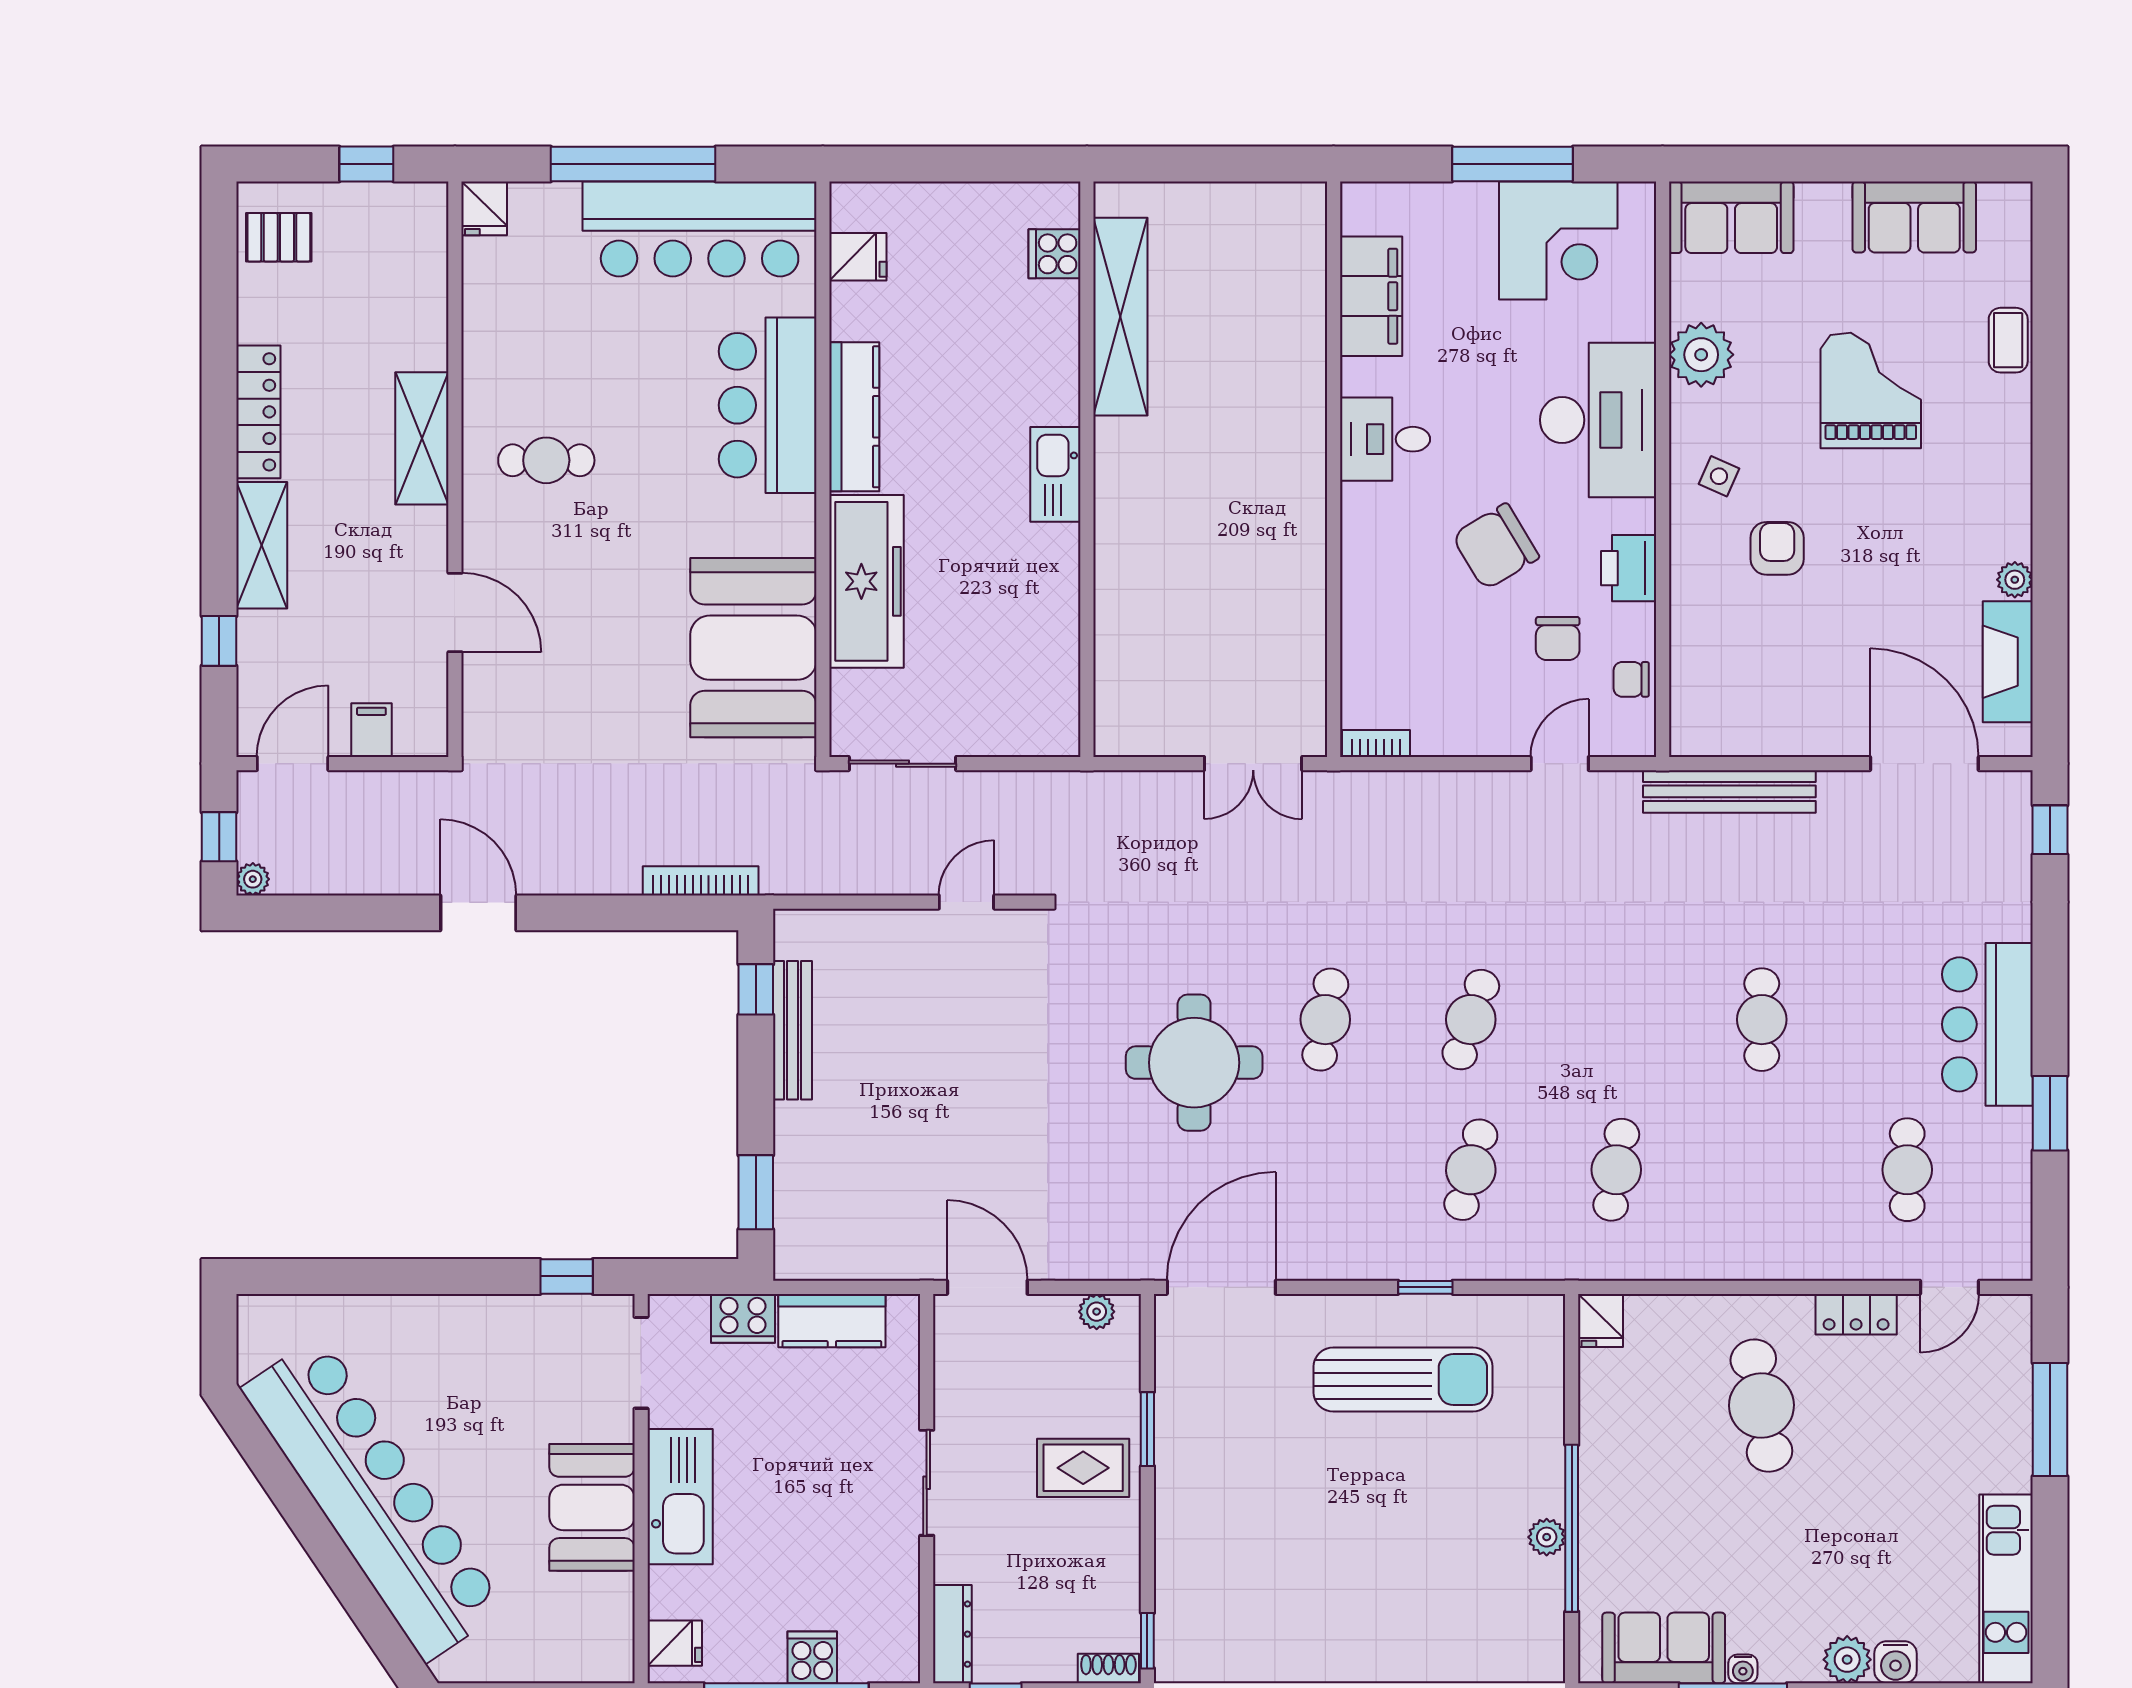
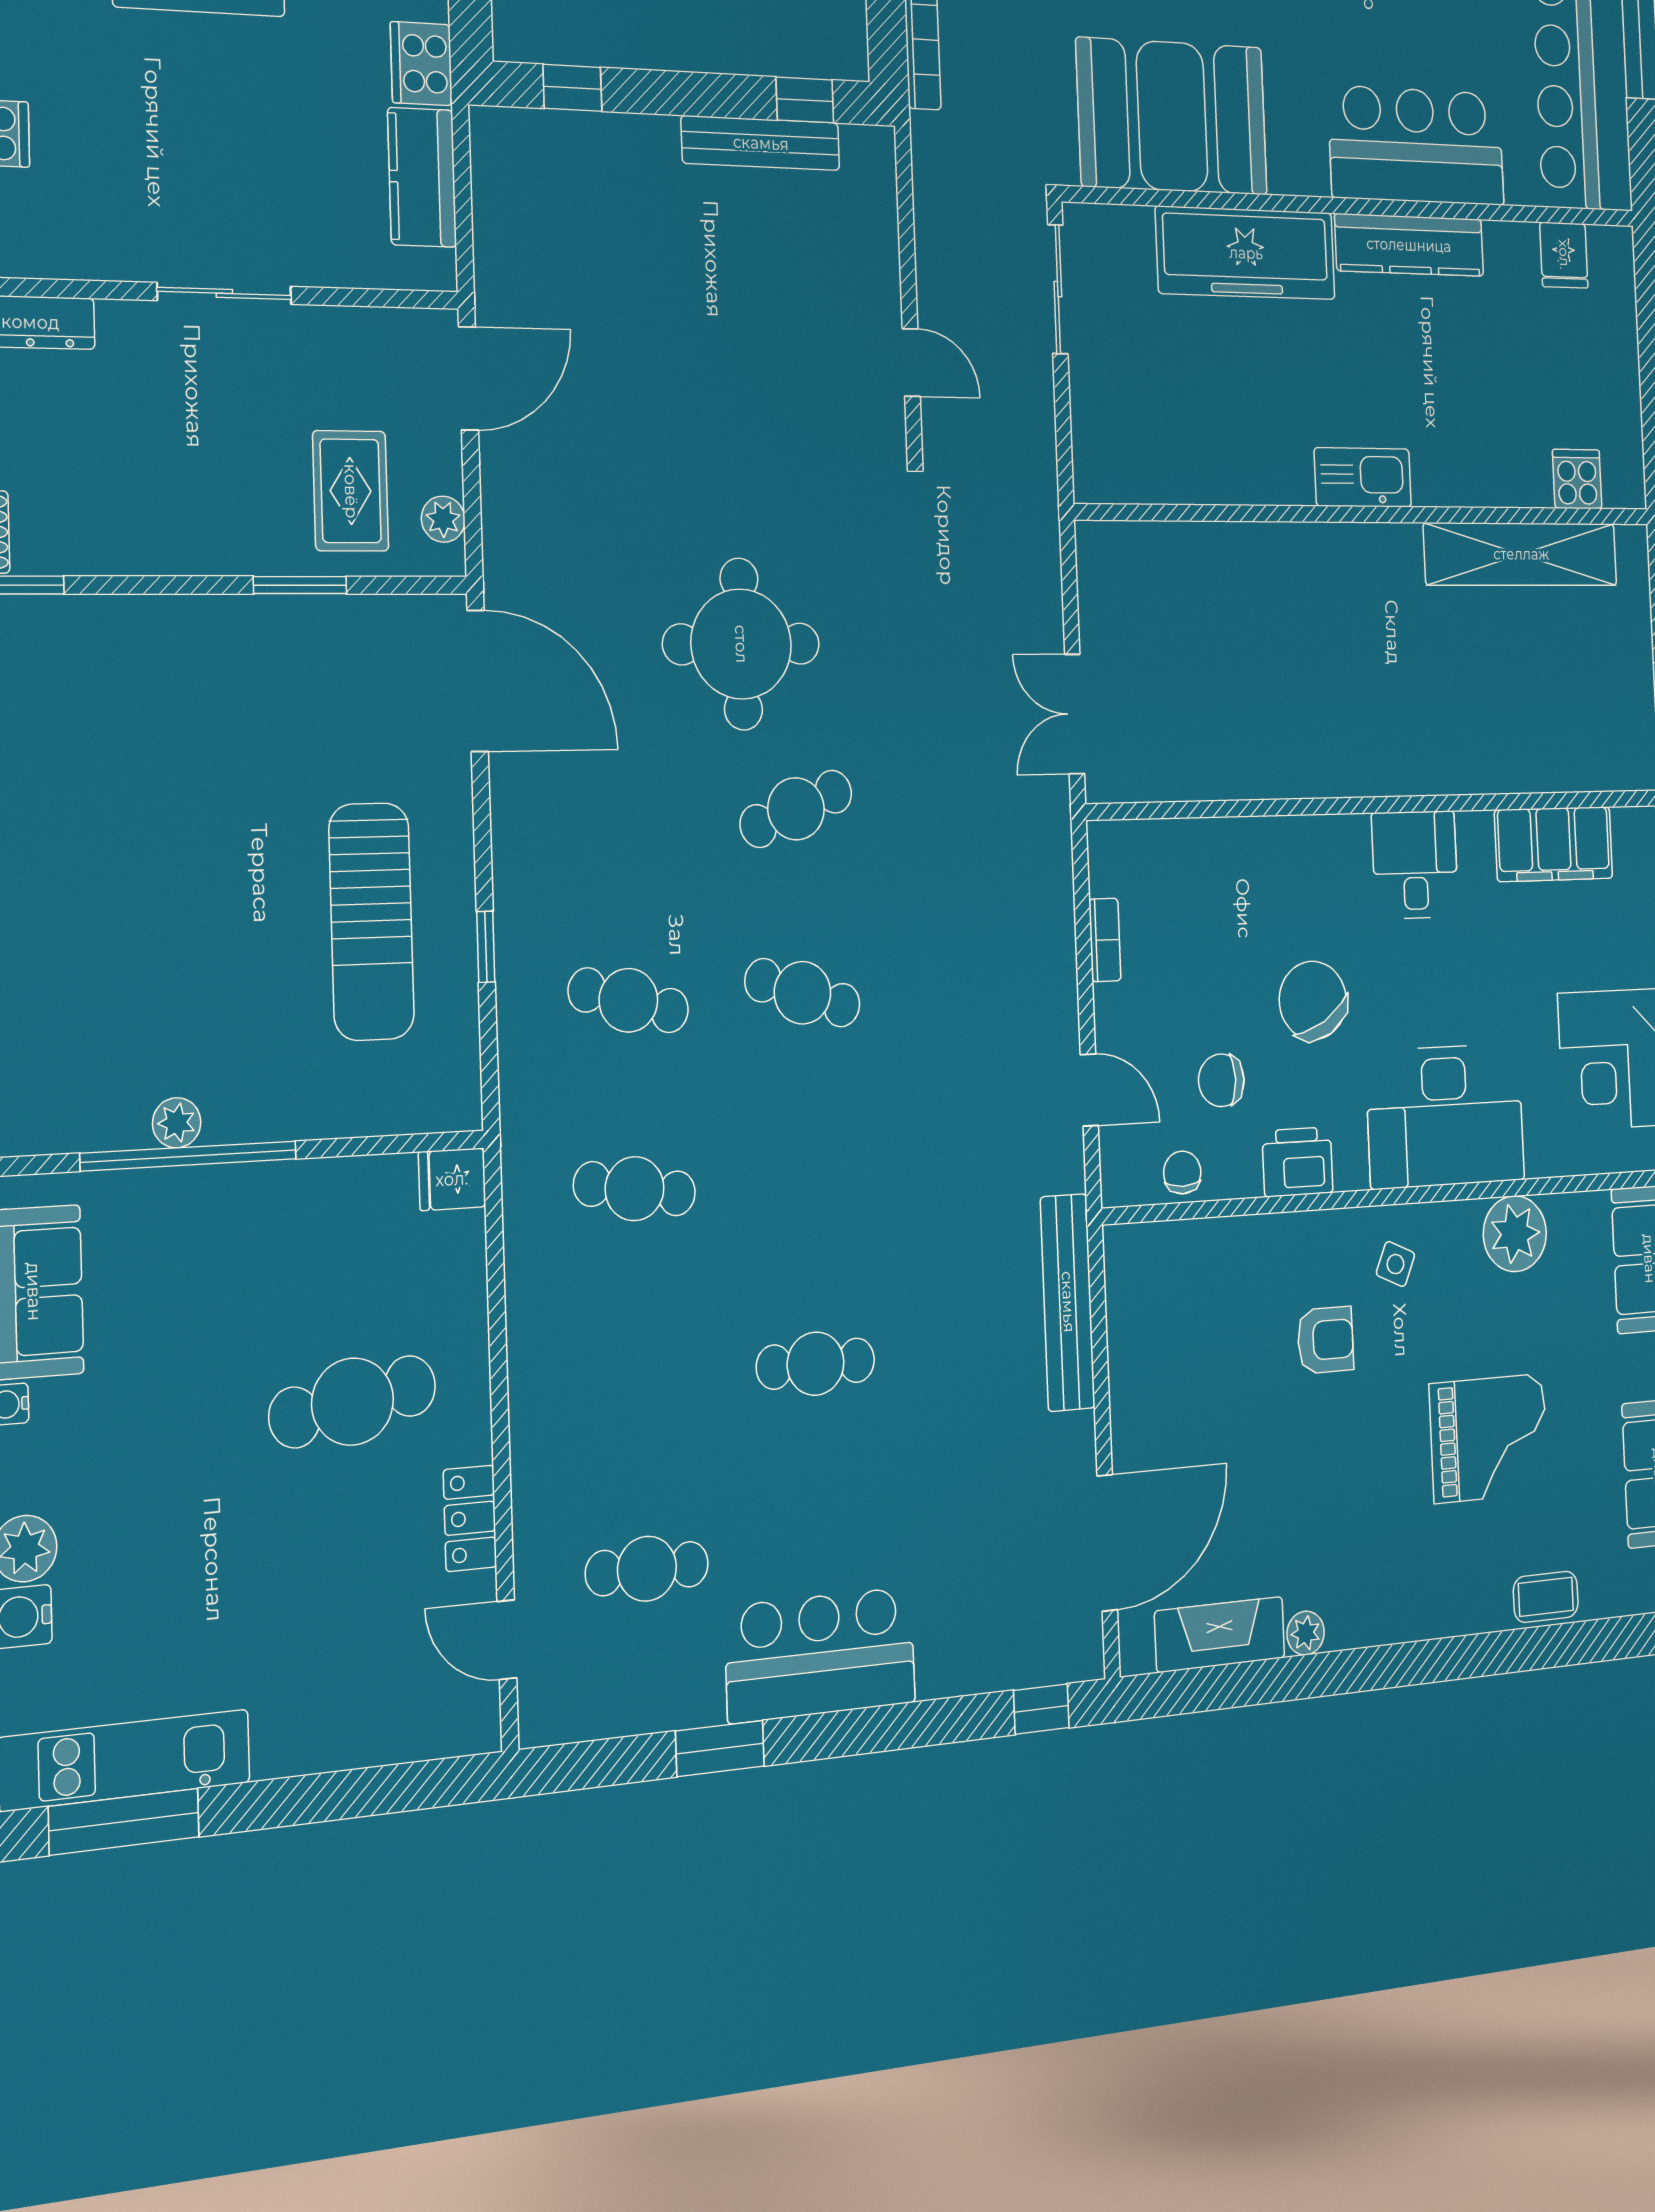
bookcase: (1376, 744) -> (1105, 940), moved
cafe table: (1325, 1020) -> (796, 809), turned -30
window: (756, 1192) -> (572, 88), width x0.67
window: (2050, 1420) -> (124, 1822), moved
rug: (1083, 1468) -> (351, 491), moved

